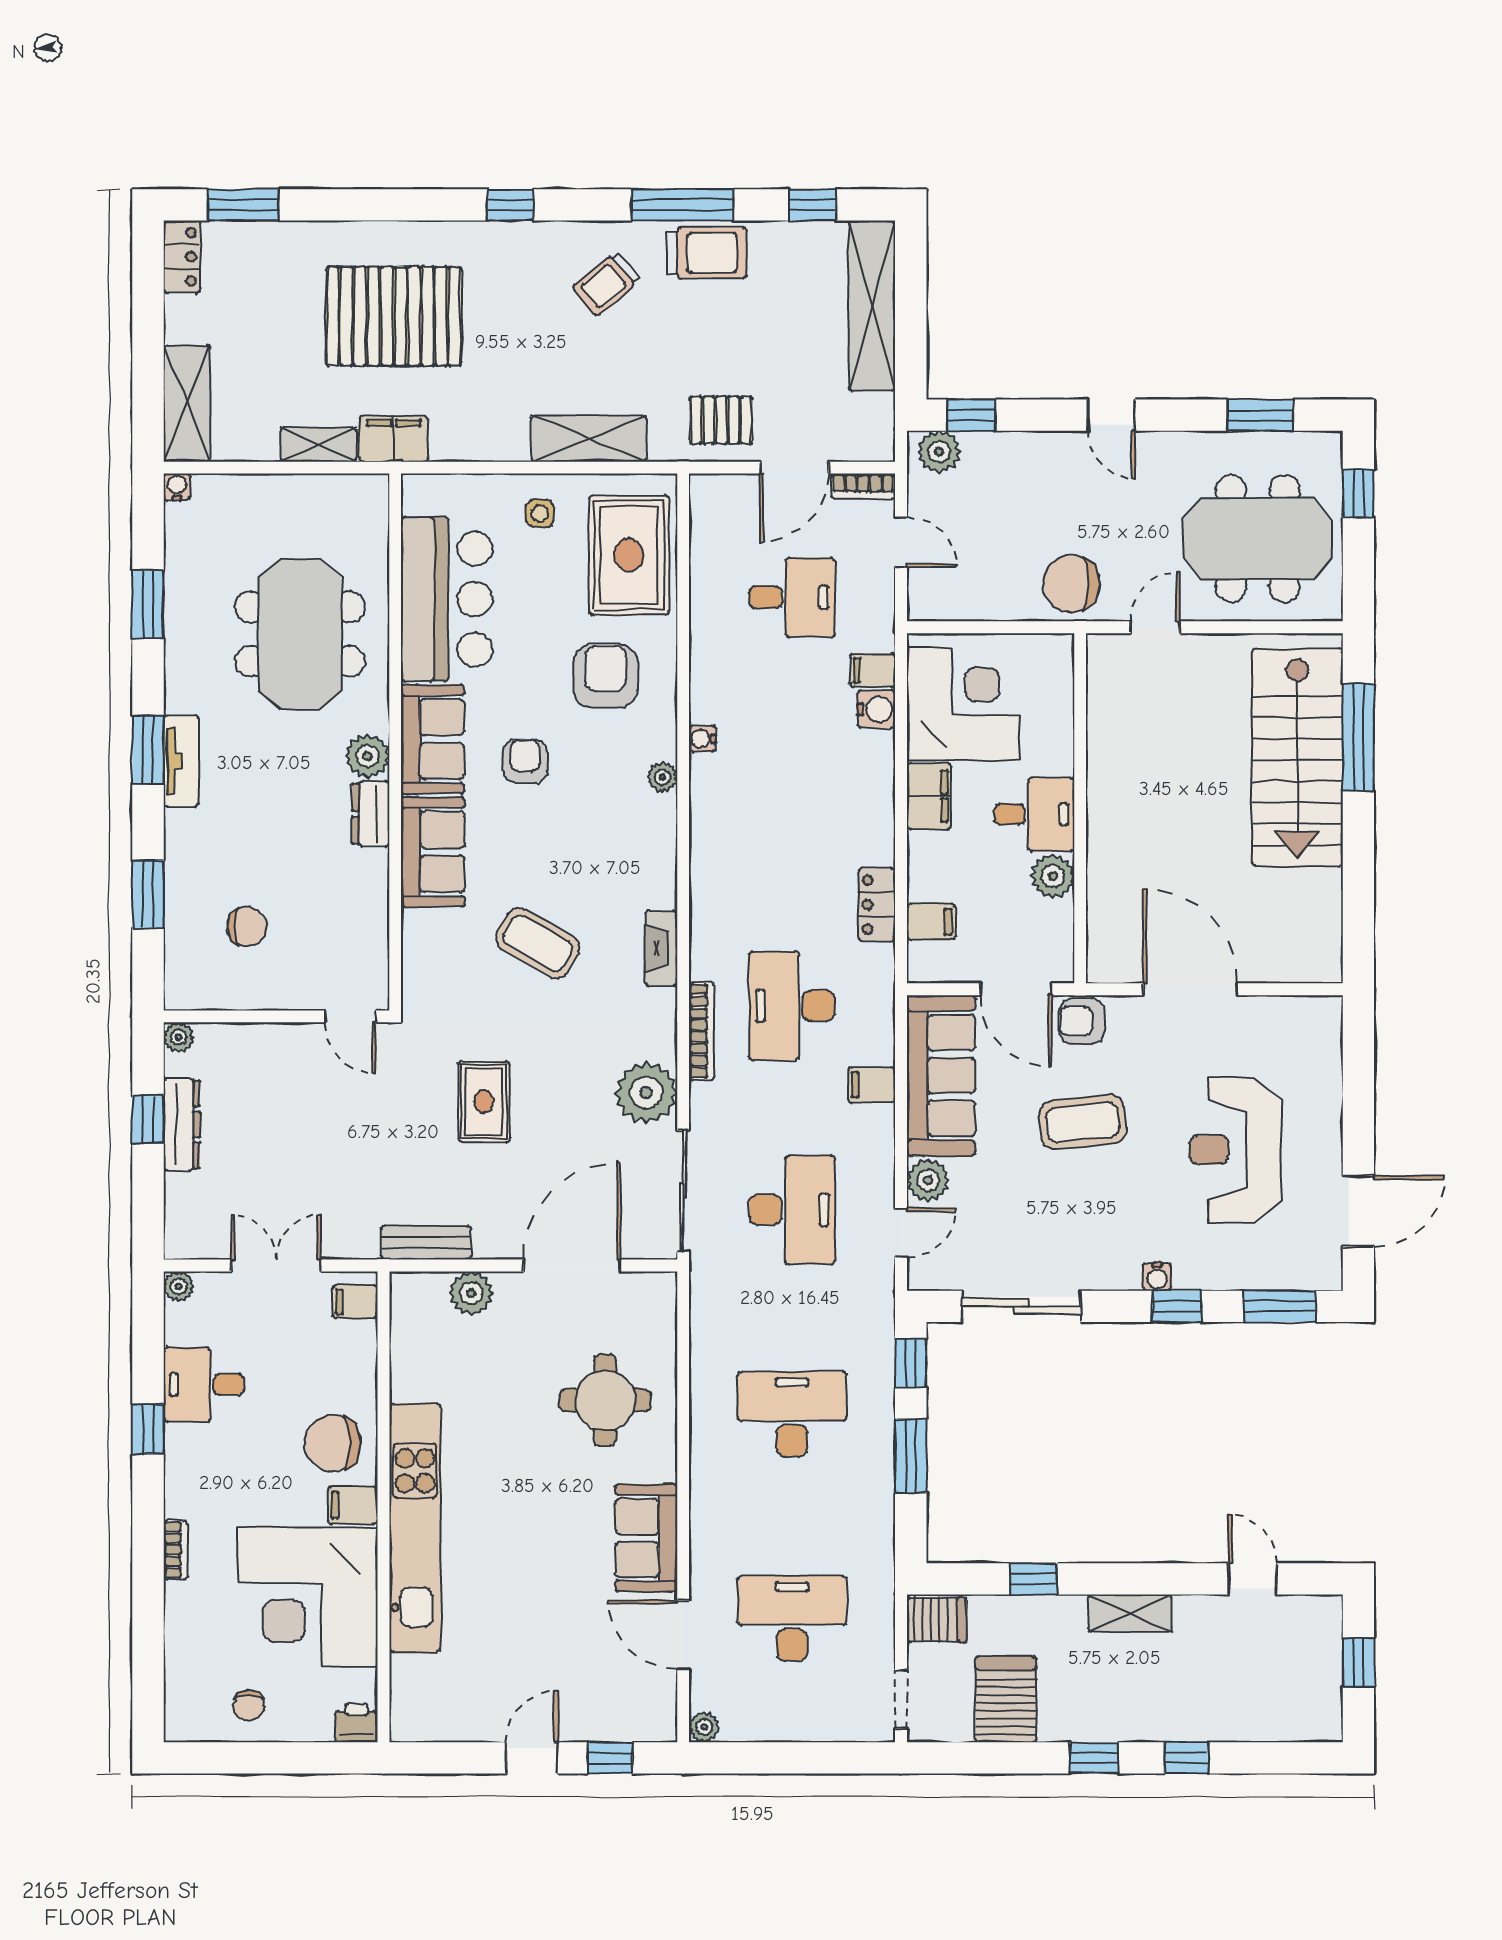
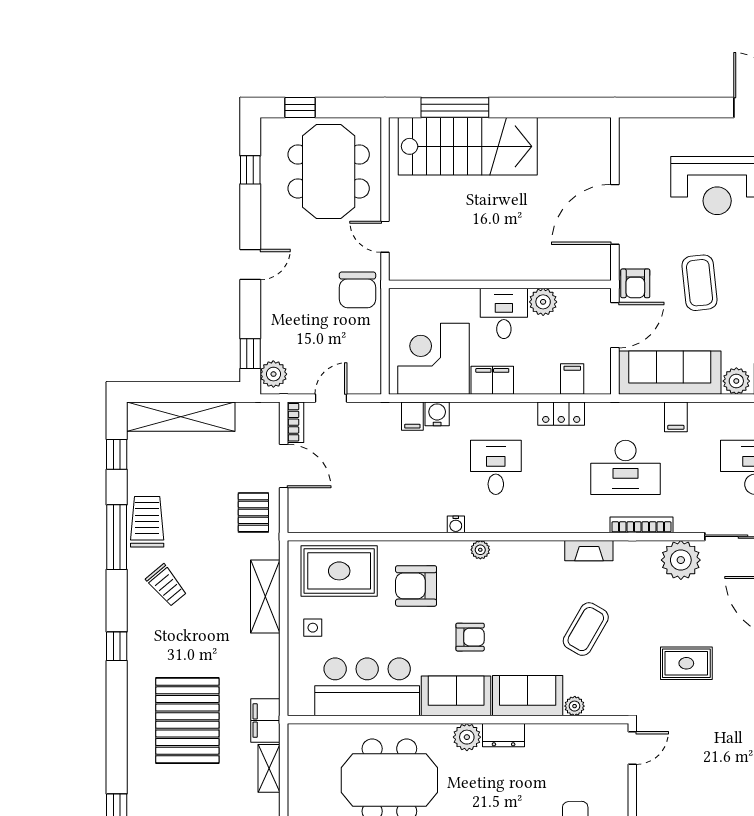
window: (1260, 415) -> (250, 170), width x0.67
desk: (792, 597) -> (496, 467), moved
armchair: (525, 761) -> (470, 637), turned 180
plant: (416, 926) -> (575, 706), added

